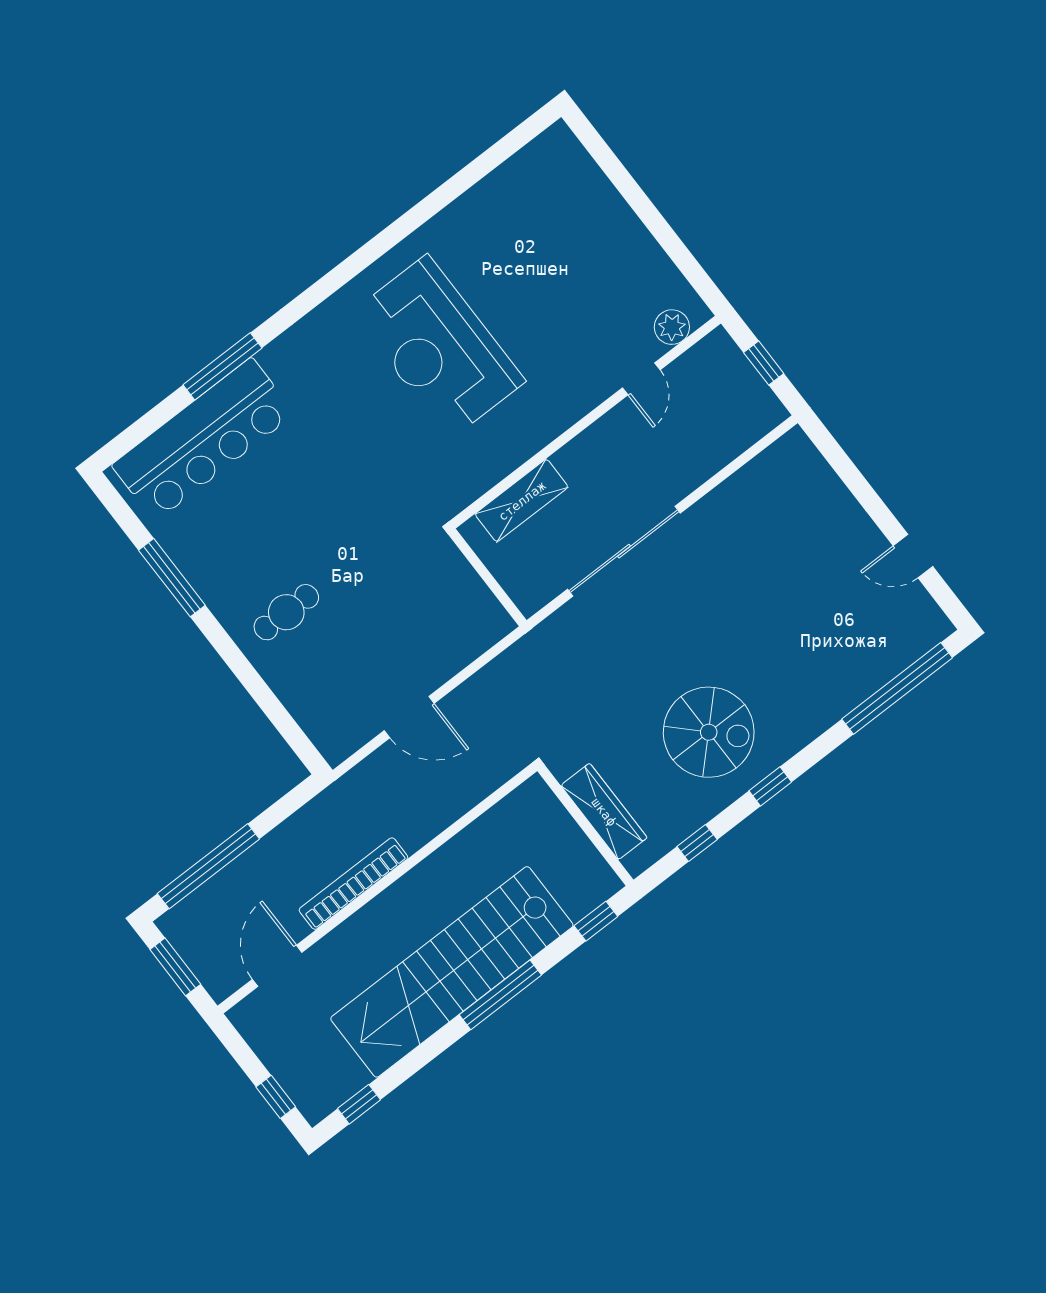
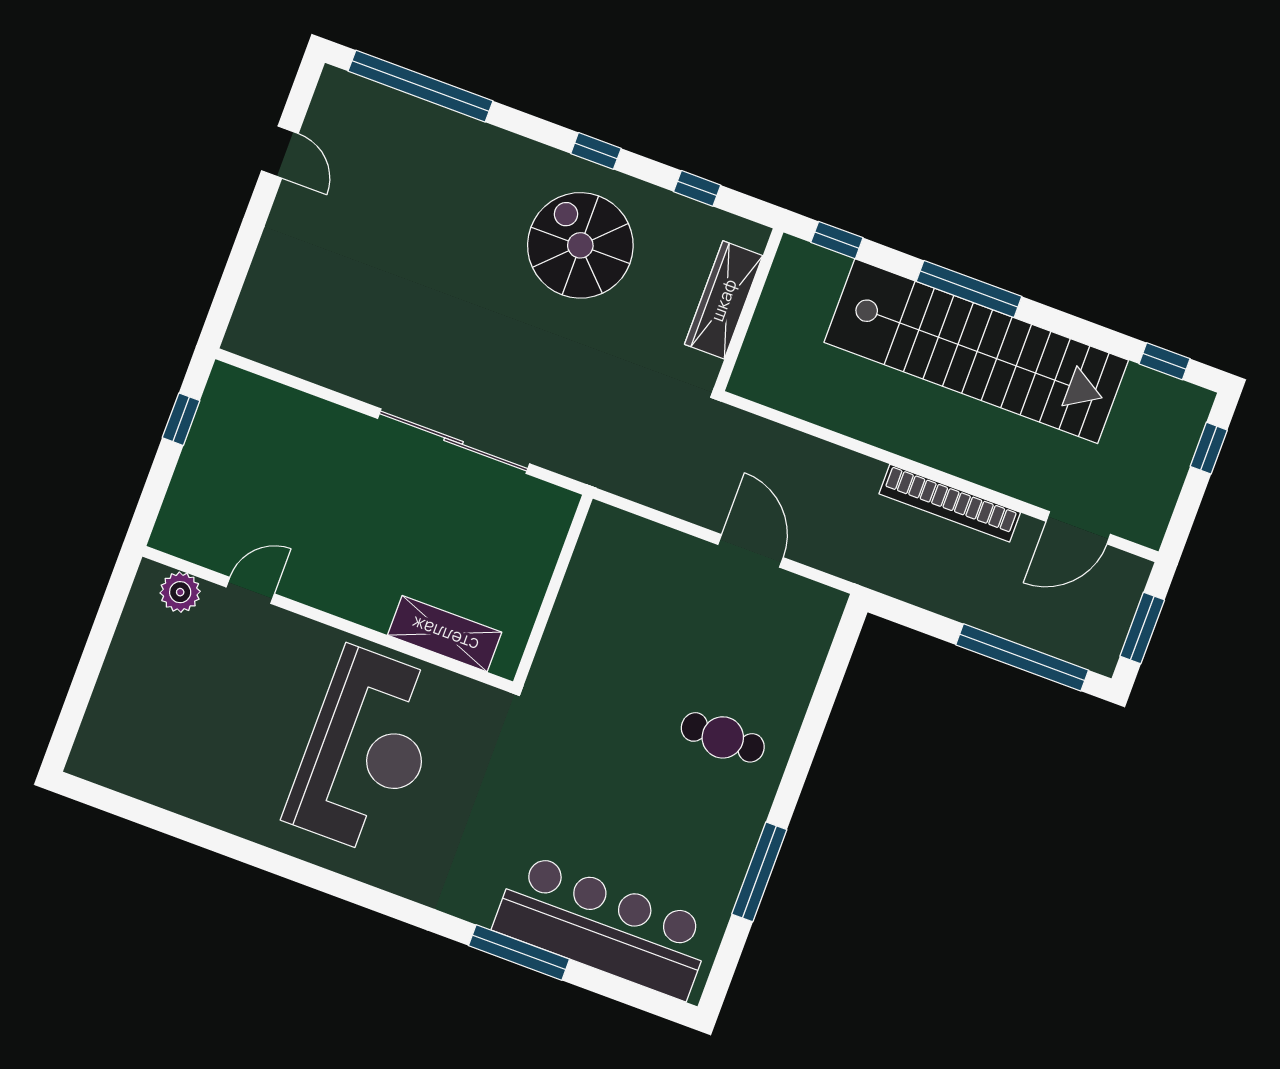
plant: (672, 327) -> (180, 592), moved
door: (641, 379) -> (250, 590), moved
wall: (585, 422) -> (328, 619), moved
shelving: (522, 501) -> (445, 634), moved

